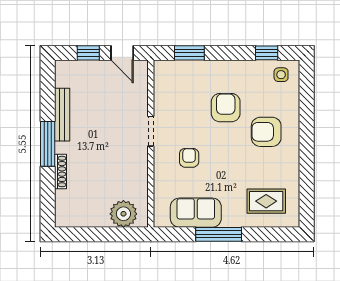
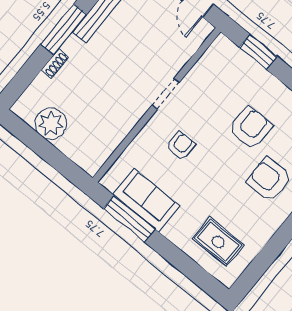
shoe rack: (61, 172) -> (55, 64), width x0.70
plant: (123, 214) -> (51, 124), moved
window: (219, 234) -> (129, 219), moved

